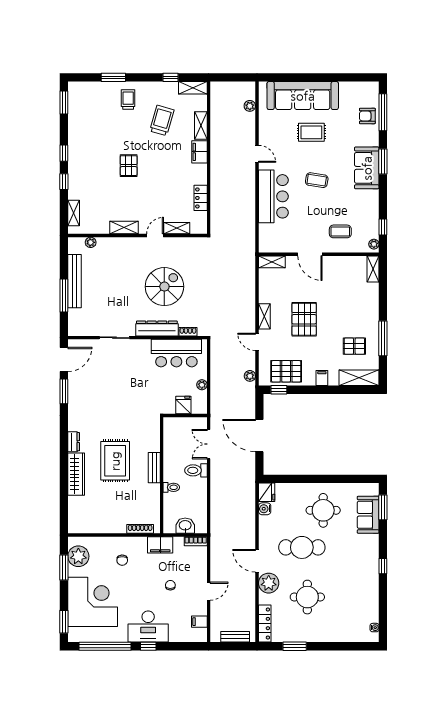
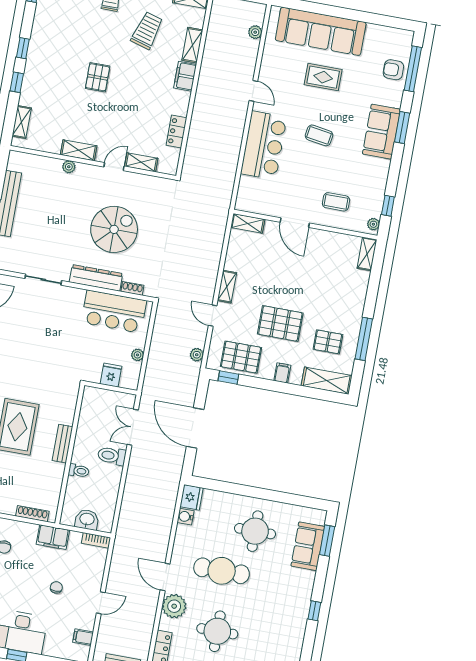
plant: (91, 242) -> (69, 167), moved
pallet: (304, 319) -> (280, 323), moved, turned 90

